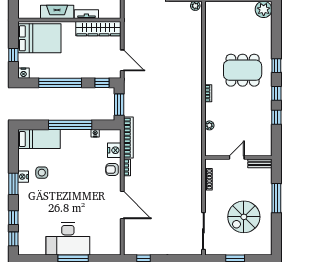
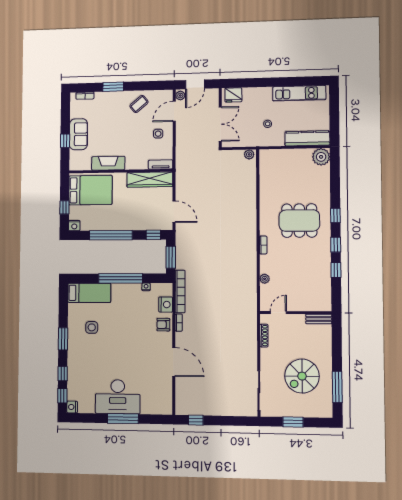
tv unit: (86, 14) -> (161, 165), moved
door: (237, 157) -> (278, 312), moved
nightstand: (23, 177) -> (72, 407), moved
window: (276, 198) -> (337, 387), moved

